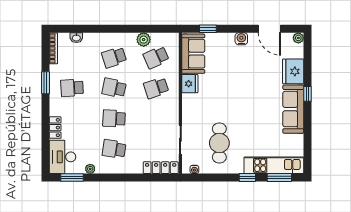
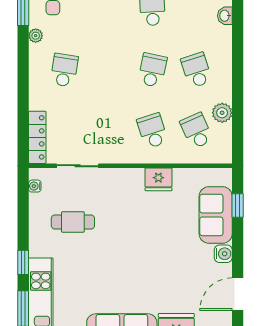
sofa: (193, 54) -> (216, 215), moved, turned 90
school desk: (114, 118) -> (108, 70), removed
cafe table: (219, 143) -> (73, 222), width x0.73, depth x0.74

